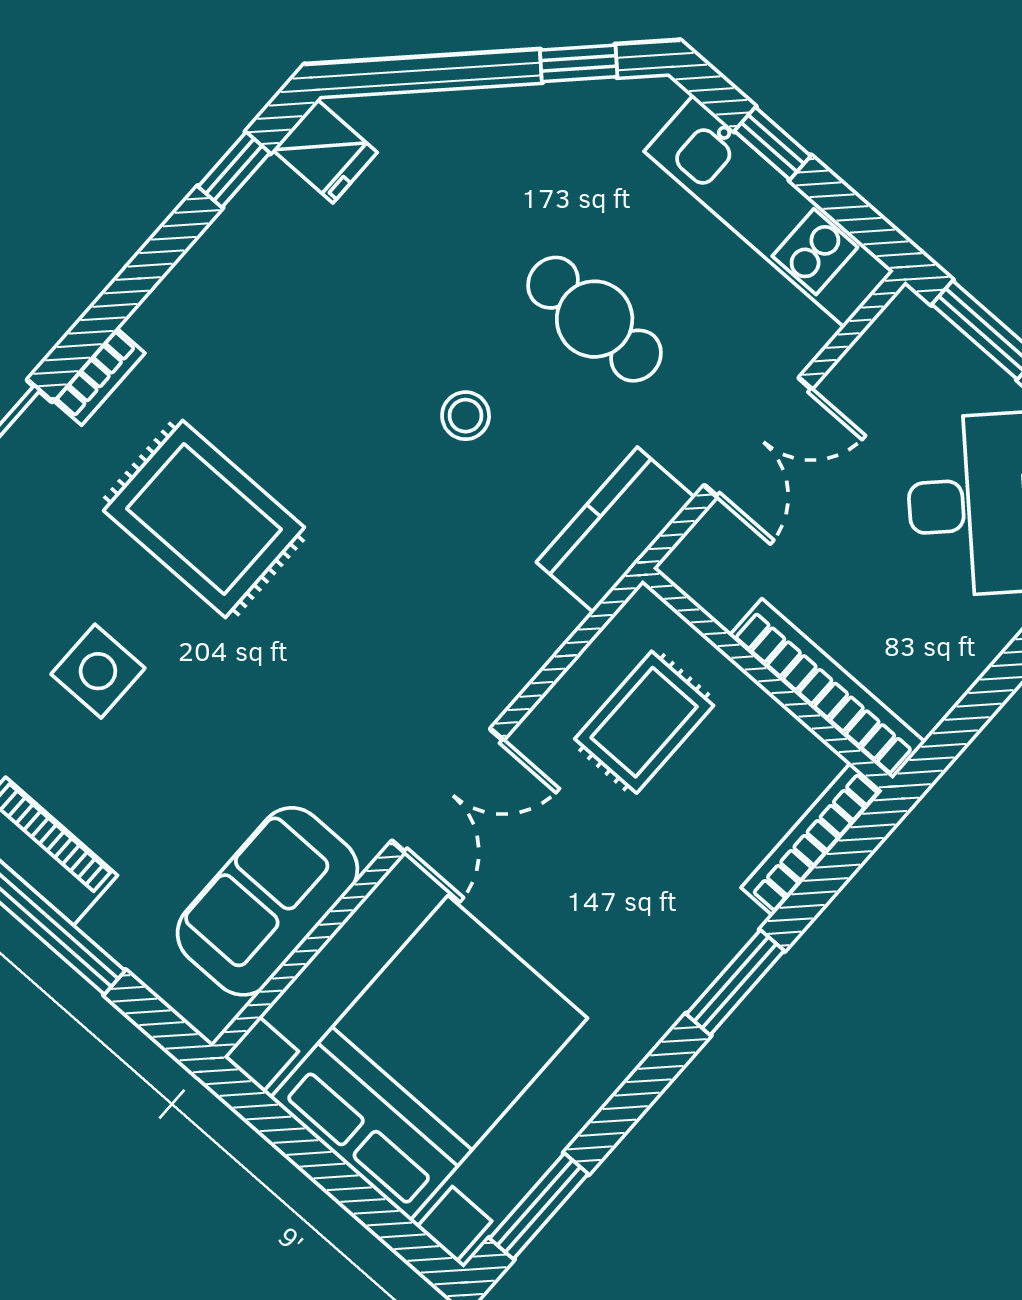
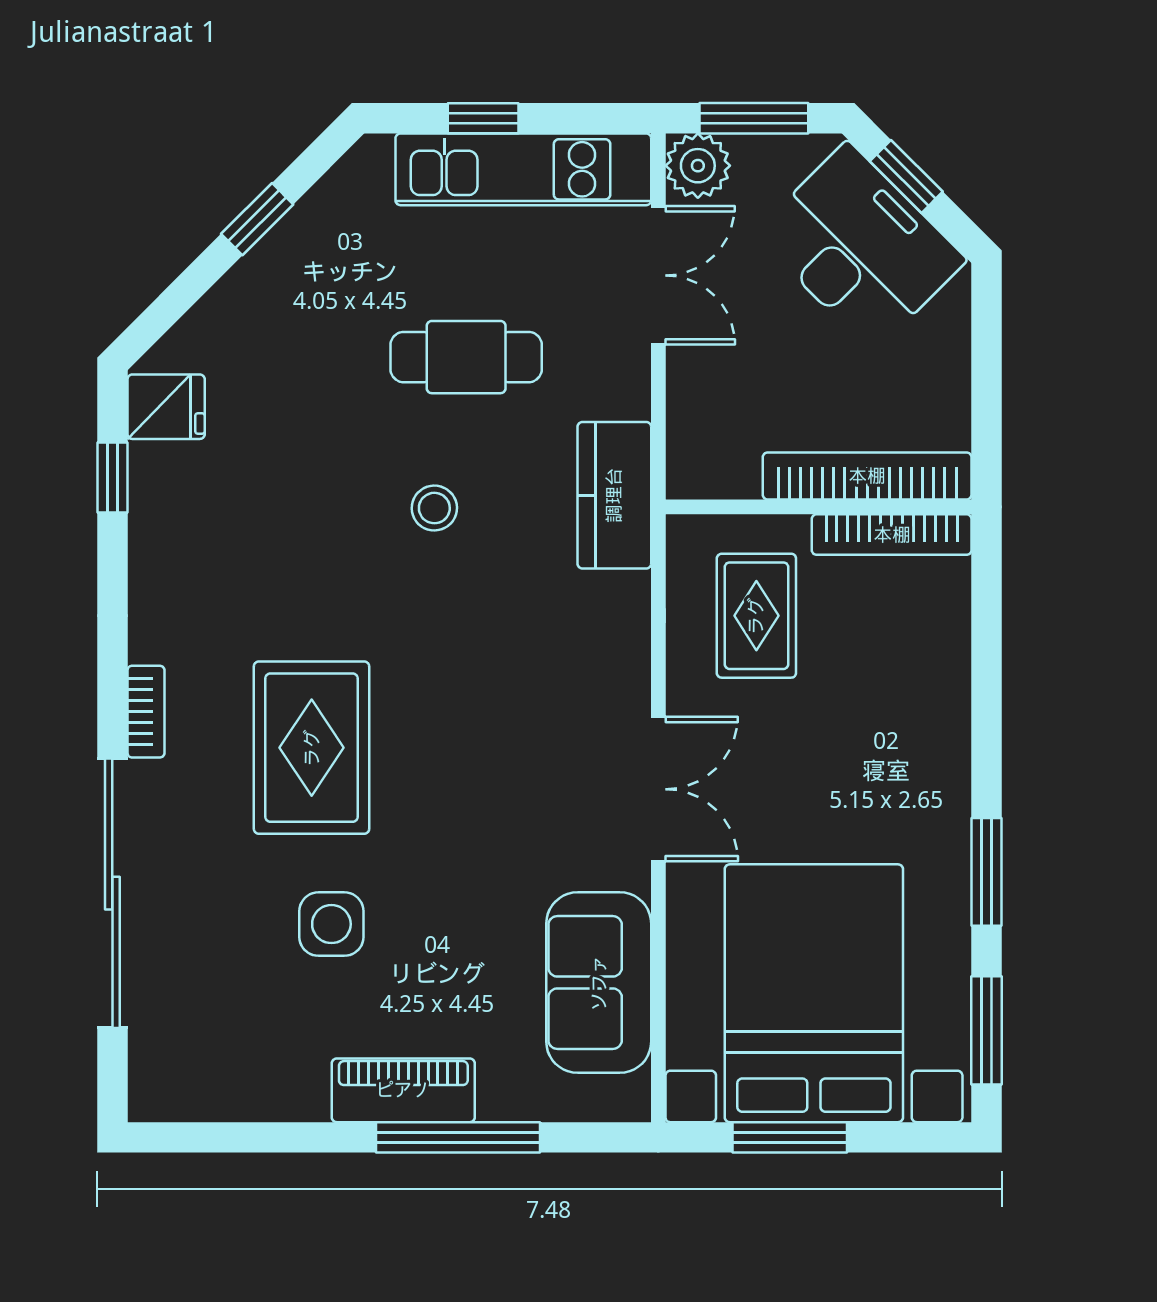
window: (579, 63) -> (257, 219), moved
plant: (908, 329) -> (698, 166), added
double door: (758, 437) -> (658, 275), moved
rug: (204, 519) -> (312, 748), turned 90
bookcase: (812, 839) -> (892, 535), moved, turned -90
window: (735, 982) -> (986, 872), moved
window: (311, 1155) -> (790, 1137), added

